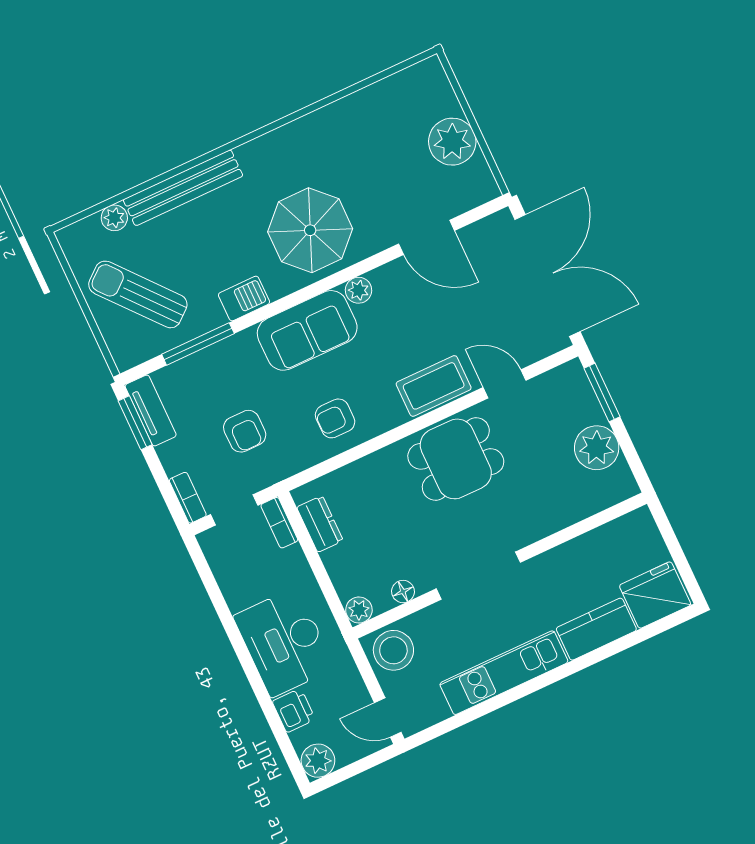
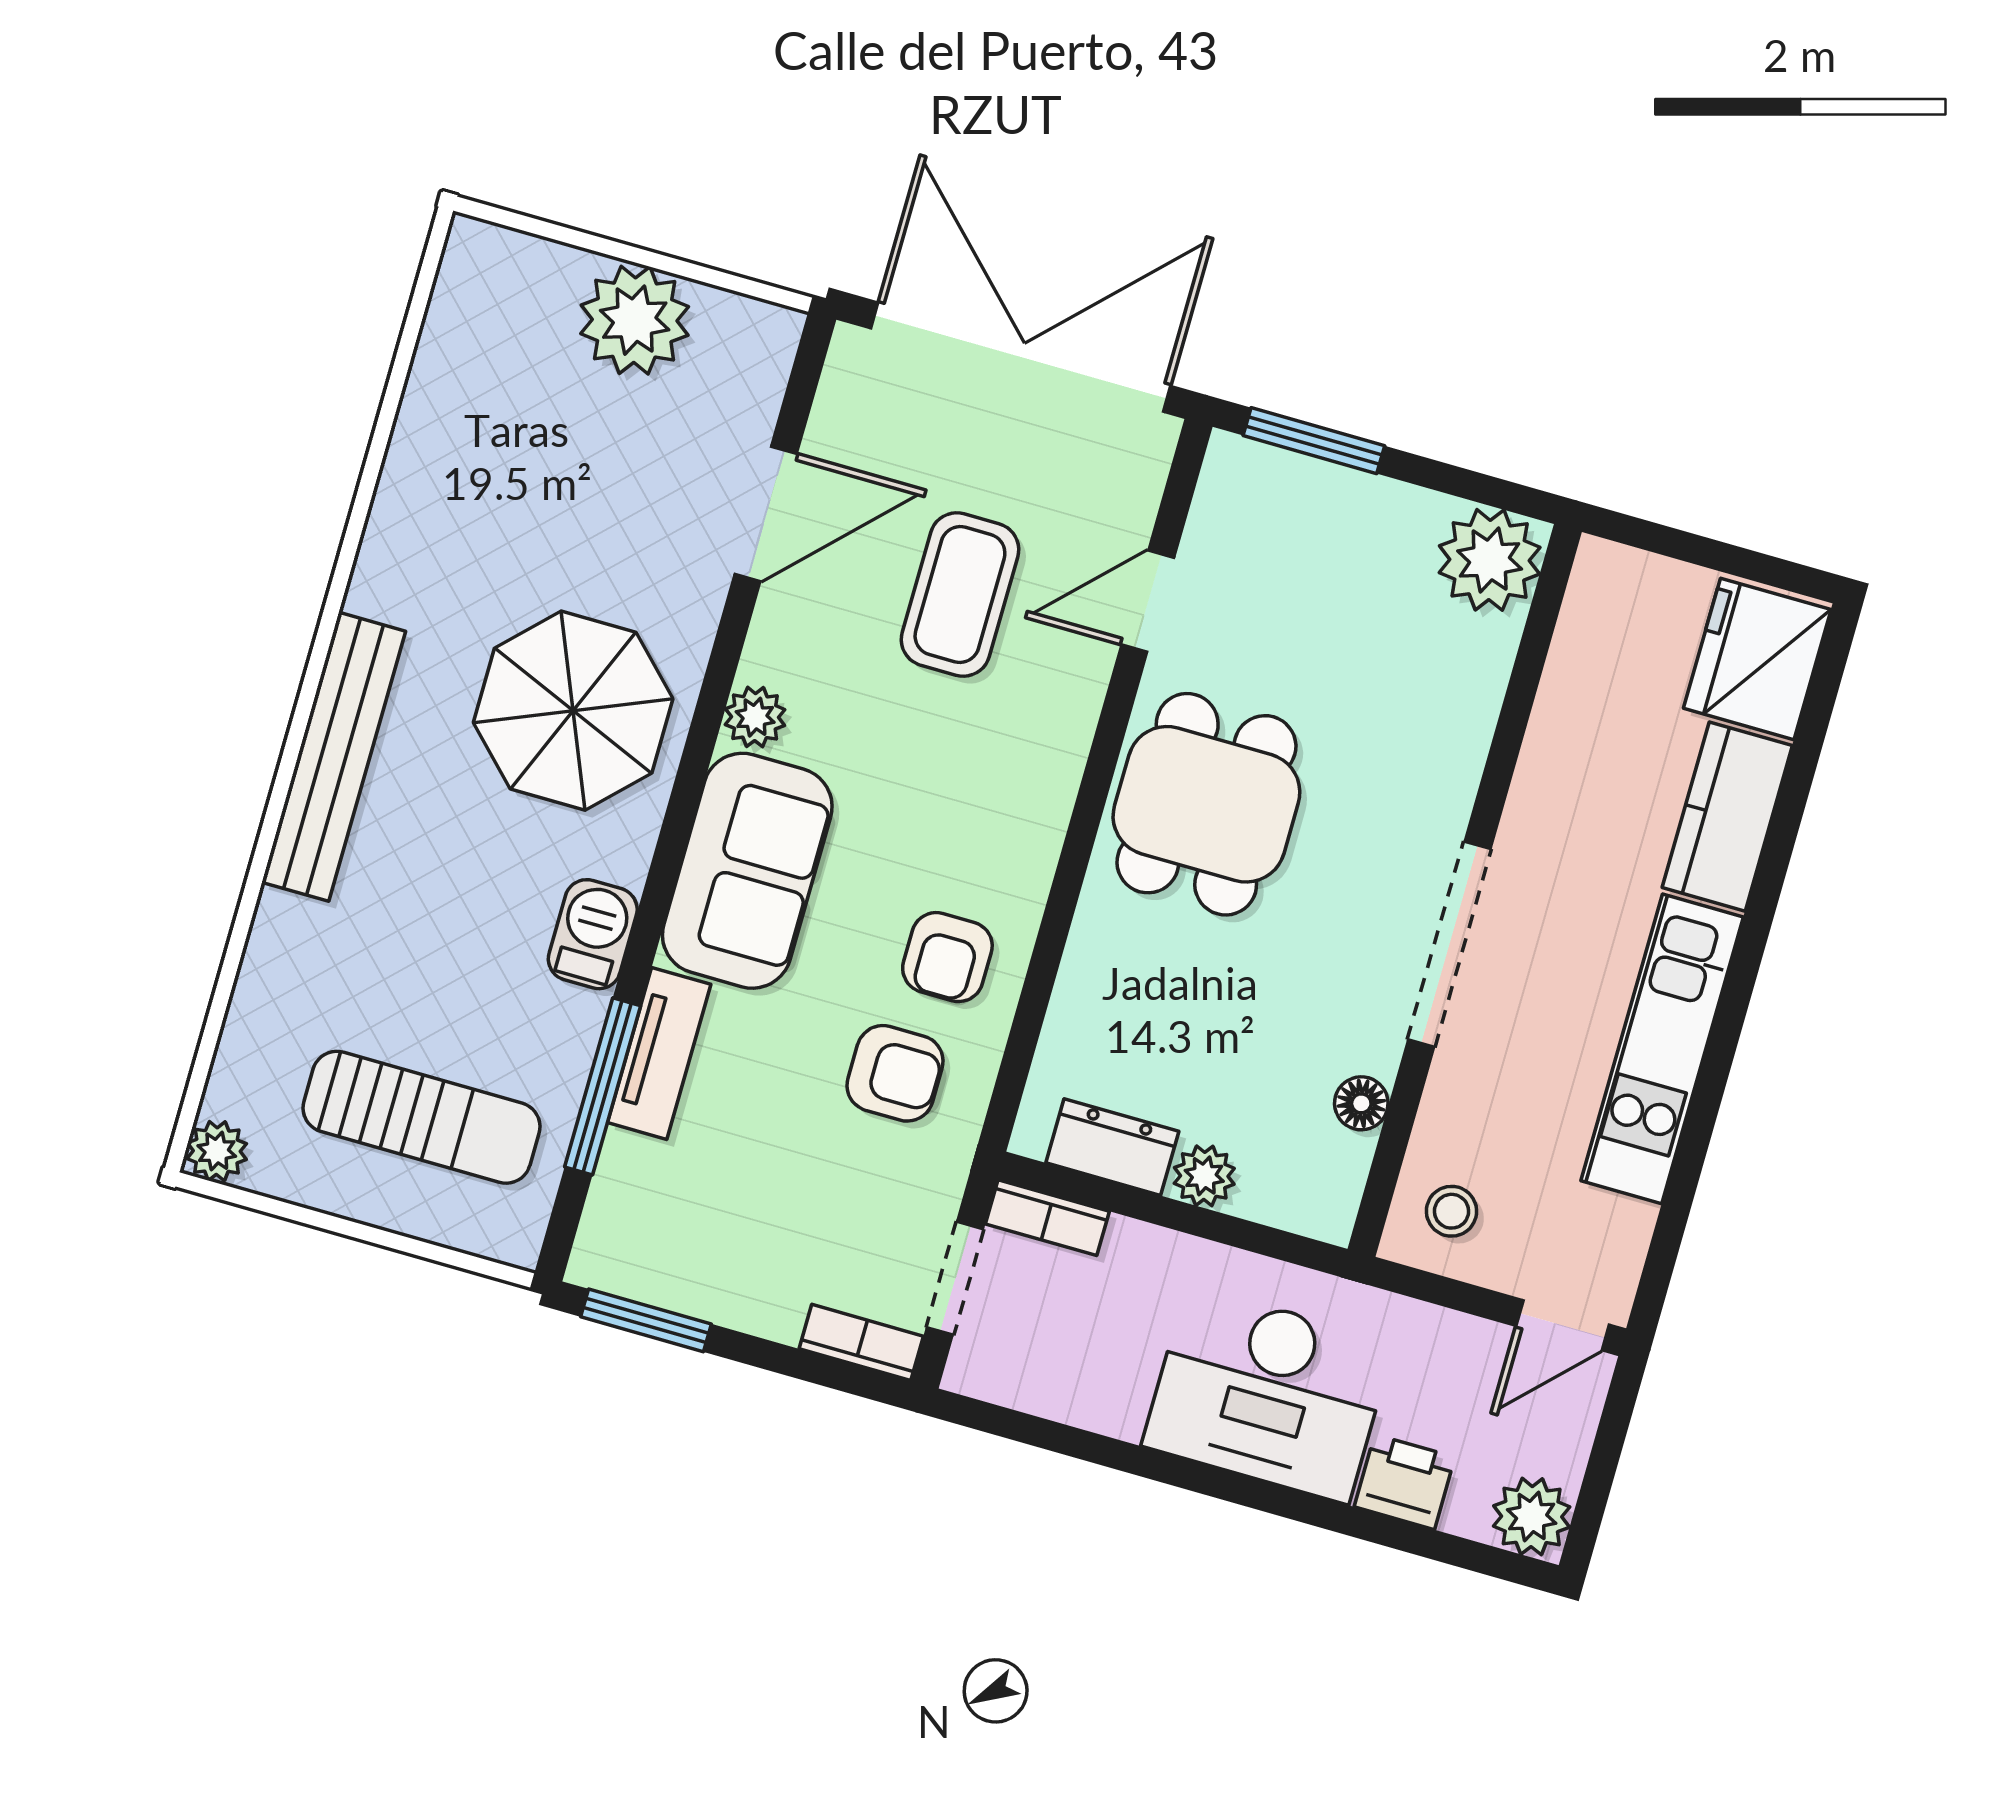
bench: (183, 188) -> (334, 757), moved
plant: (114, 218) -> (217, 1151), moved
sun lounger: (138, 294) -> (421, 1117), turned -140
coffee table: (434, 386) -> (960, 595), moved
tv unit: (151, 411) -> (659, 1053), moved, turned 90
armchair: (245, 431) -> (895, 1073), moved
plant: (597, 448) -> (1490, 560), moved
plant: (359, 610) -> (1204, 1176), moved
stool: (393, 650) -> (1451, 1211), width x0.53, depth x0.53

